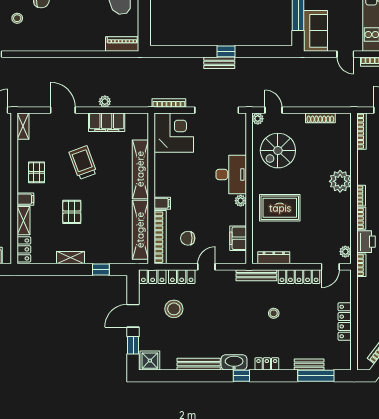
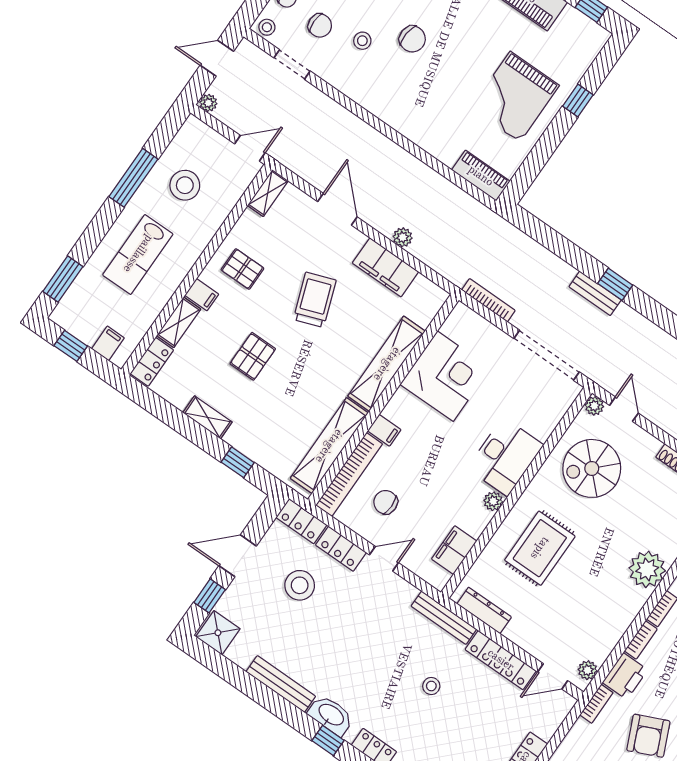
corner desk: (174, 133) -> (445, 376), moved
pallet: (37, 172) -> (242, 269), turned 90
rug: (280, 208) -> (540, 548), turned 90

